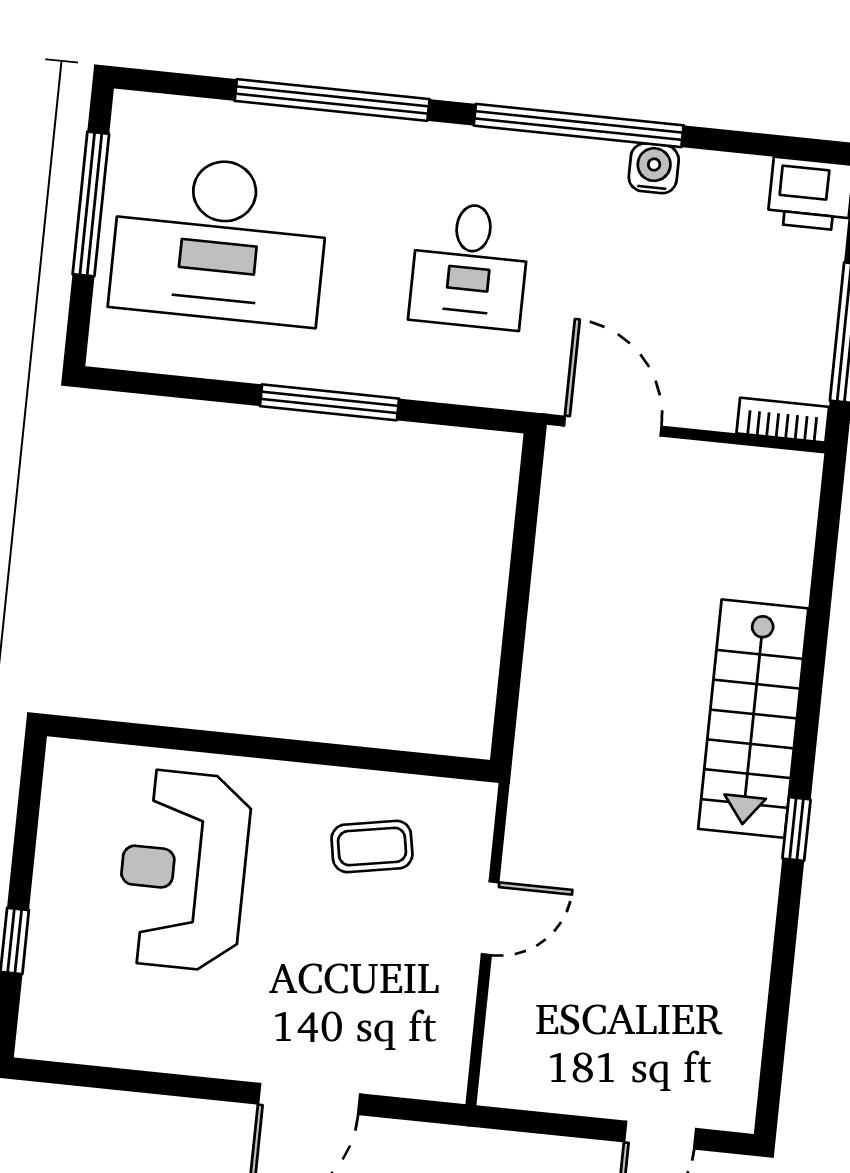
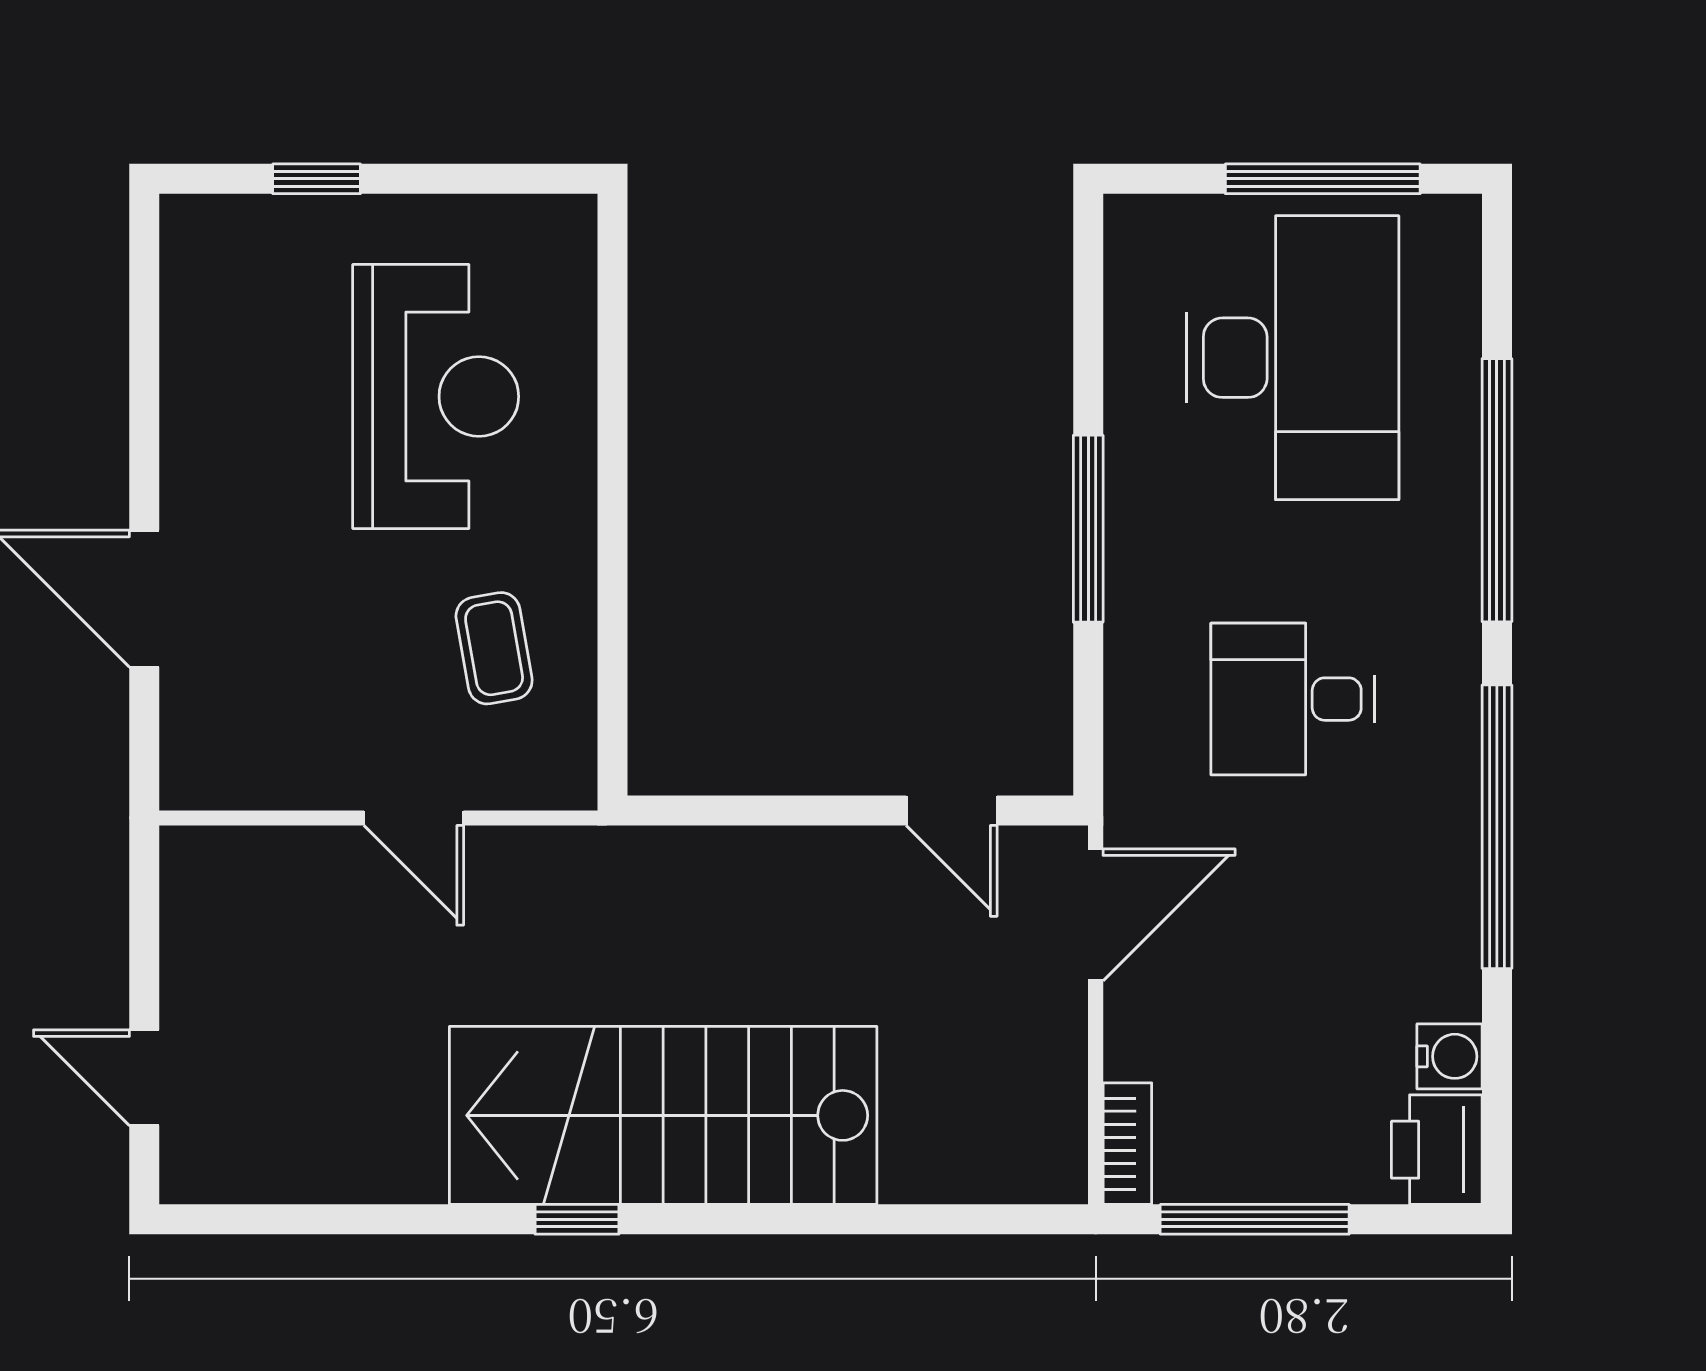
water cooler: (654, 168) -> (1450, 1056), moved
desk: (220, 240) -> (1293, 358), turned 180
door: (525, 524) -> (952, 811), added
stairs: (753, 719) -> (663, 1115), width x1.36, depth x1.51
reception desk: (183, 870) -> (436, 397), turned 90

